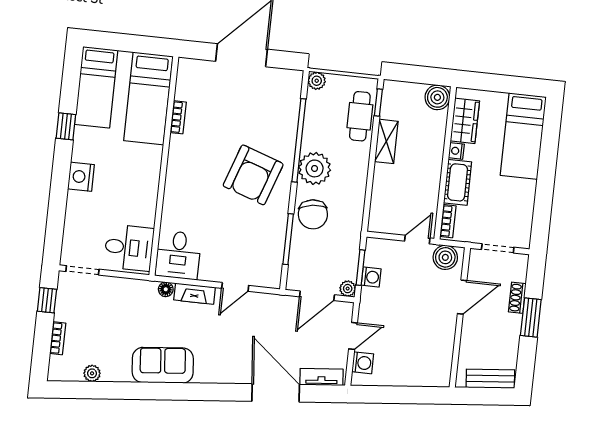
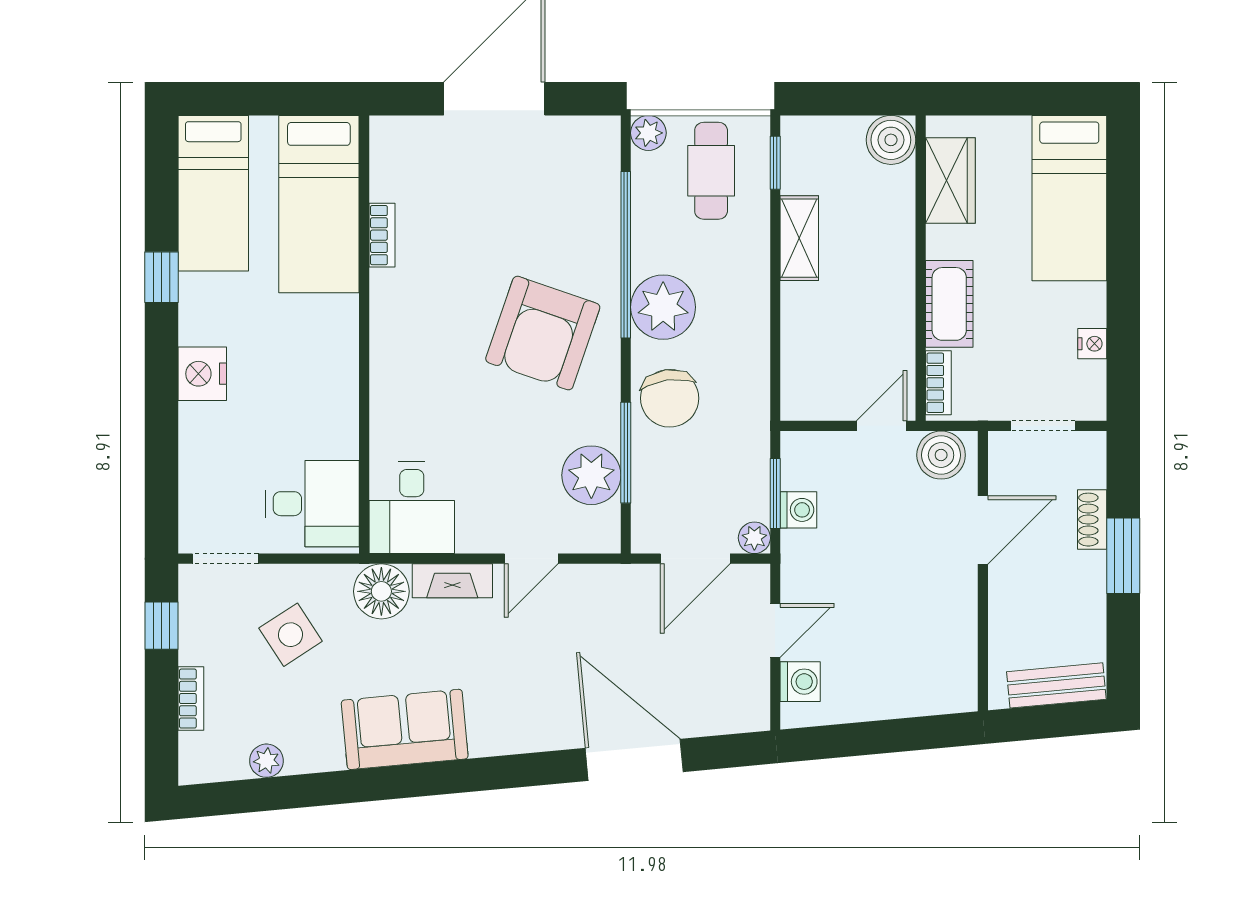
cafe table: (360, 116) -> (711, 171), moved
nightstand: (456, 151) -> (1092, 344), moved, turned 180
plant: (270, 248) -> (591, 475), added
floor lamp: (166, 289) -> (381, 591), width x1.89, depth x1.89
side table: (111, 312) -> (291, 635), added
tv unit: (321, 377) -> (722, 719), removed

